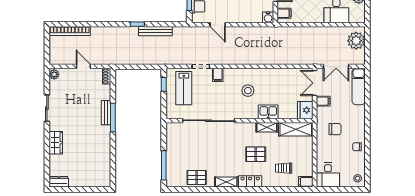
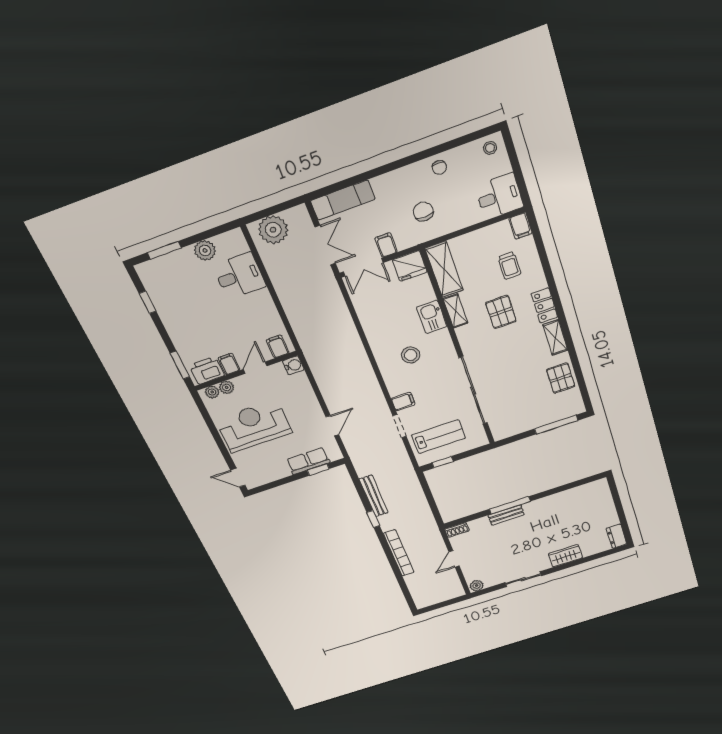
bookcase: (70, 31) -> (399, 553), moved

